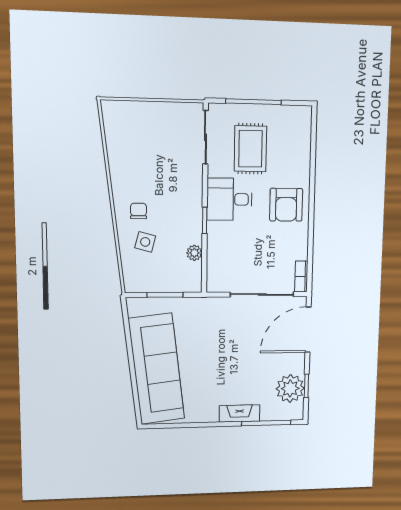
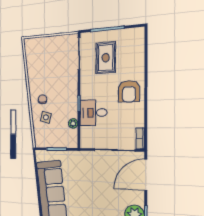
desk: (229, 199) -> (93, 113), moved

